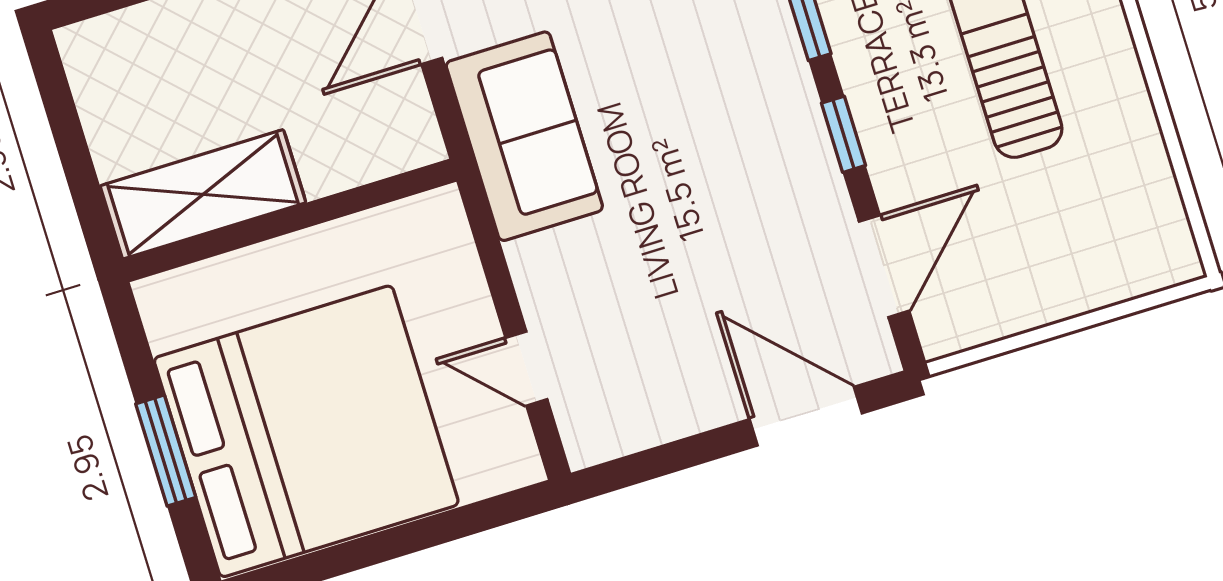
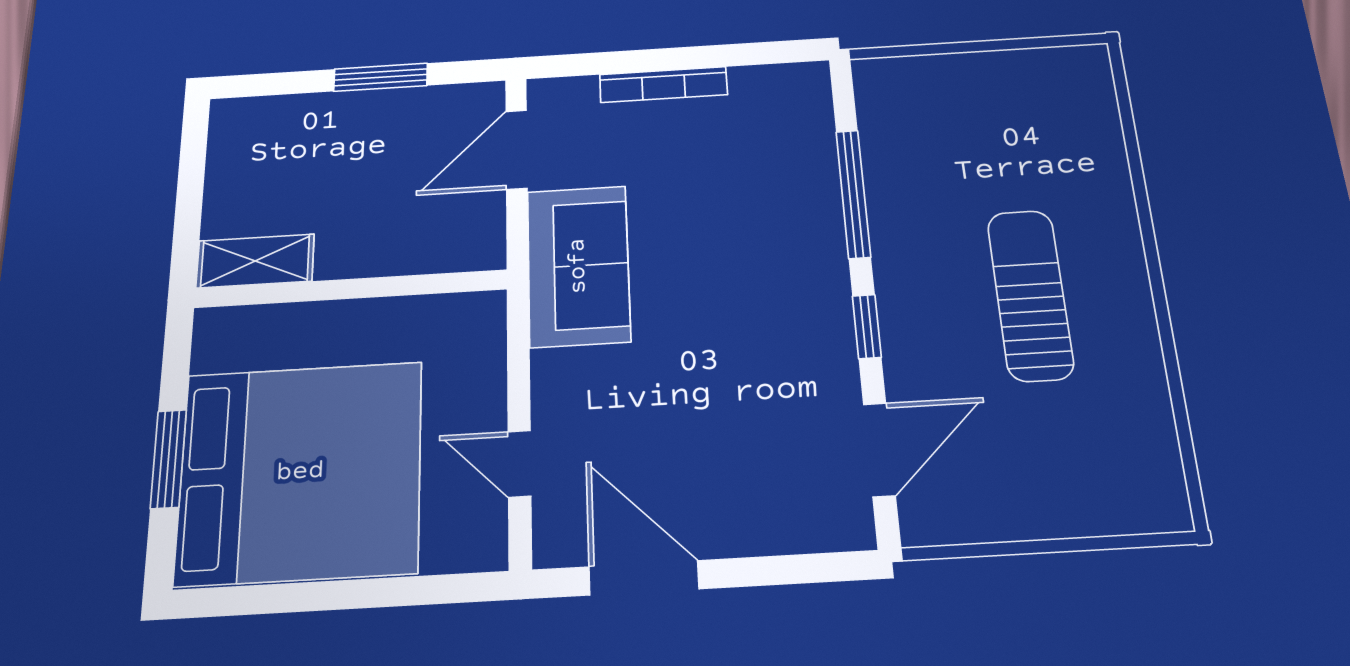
shelving: (203, 194) -> (255, 261), width x0.67, depth x0.75
door: (806, 416) -> (644, 578), moved

